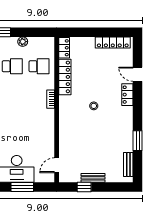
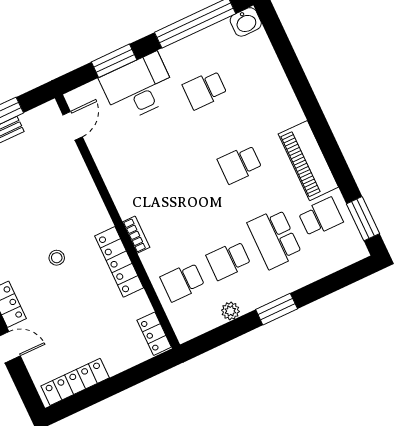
locker: (65, 77) -> (119, 262), moved

